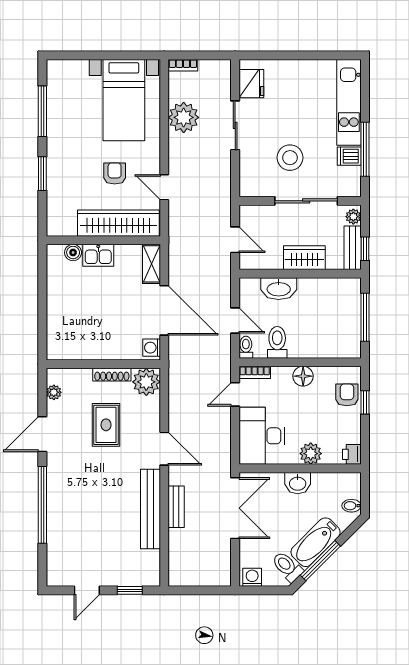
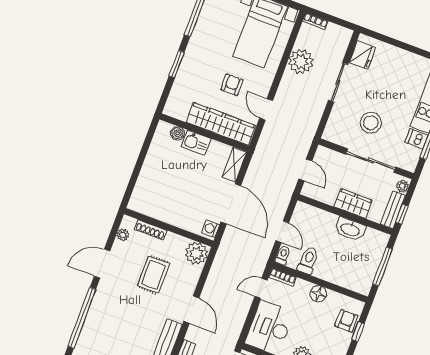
washbasin: (279, 289) -> (350, 229), moved
shoe rack: (112, 375) -> (151, 230), moved

